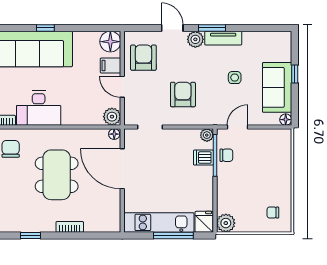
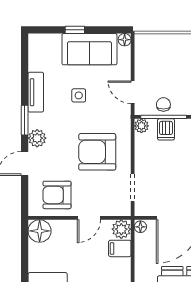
tv unit: (223, 38) -> (36, 92), moved
filing cabinet: (111, 66) -> (120, 248), moved, turned 90
armchair: (183, 95) -> (97, 152), width x1.36, depth x1.36

